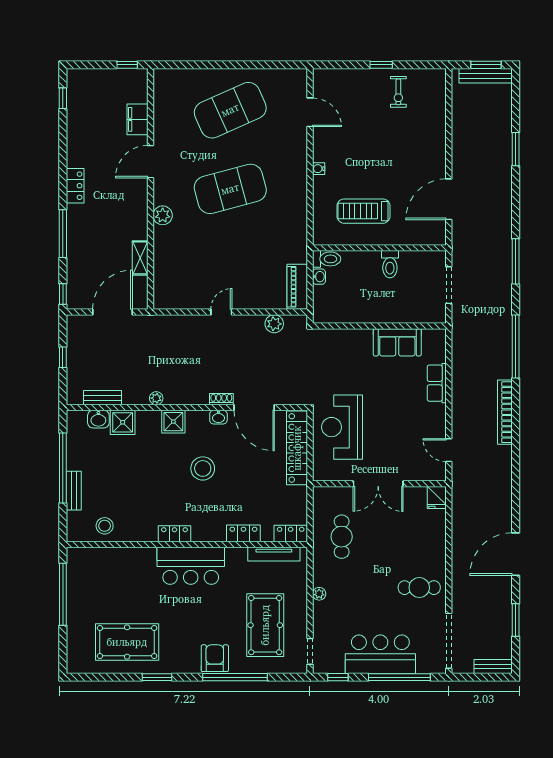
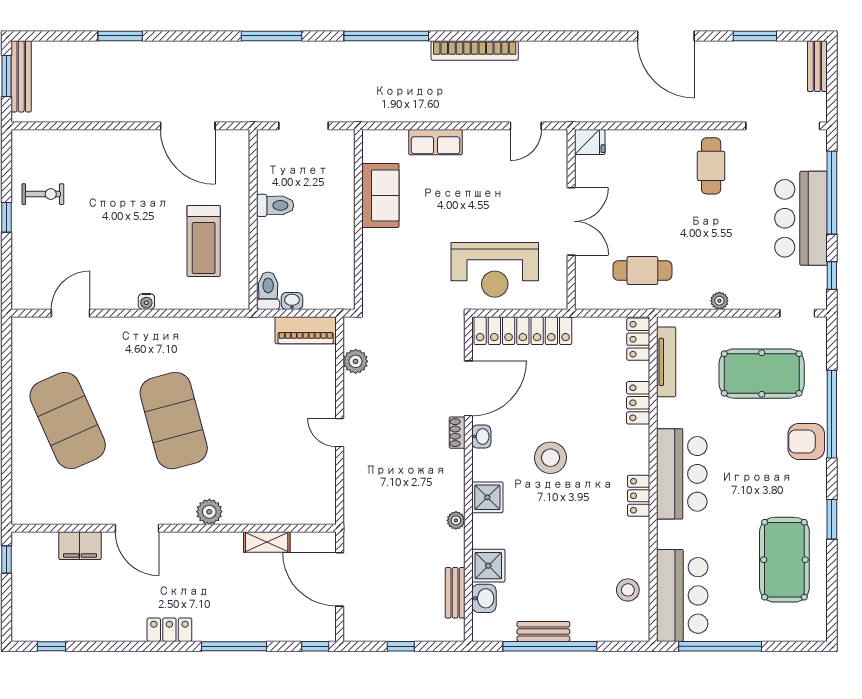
bench: (74, 491) -> (543, 631), moved
bar counter: (101, 566) -> (682, 595), added

